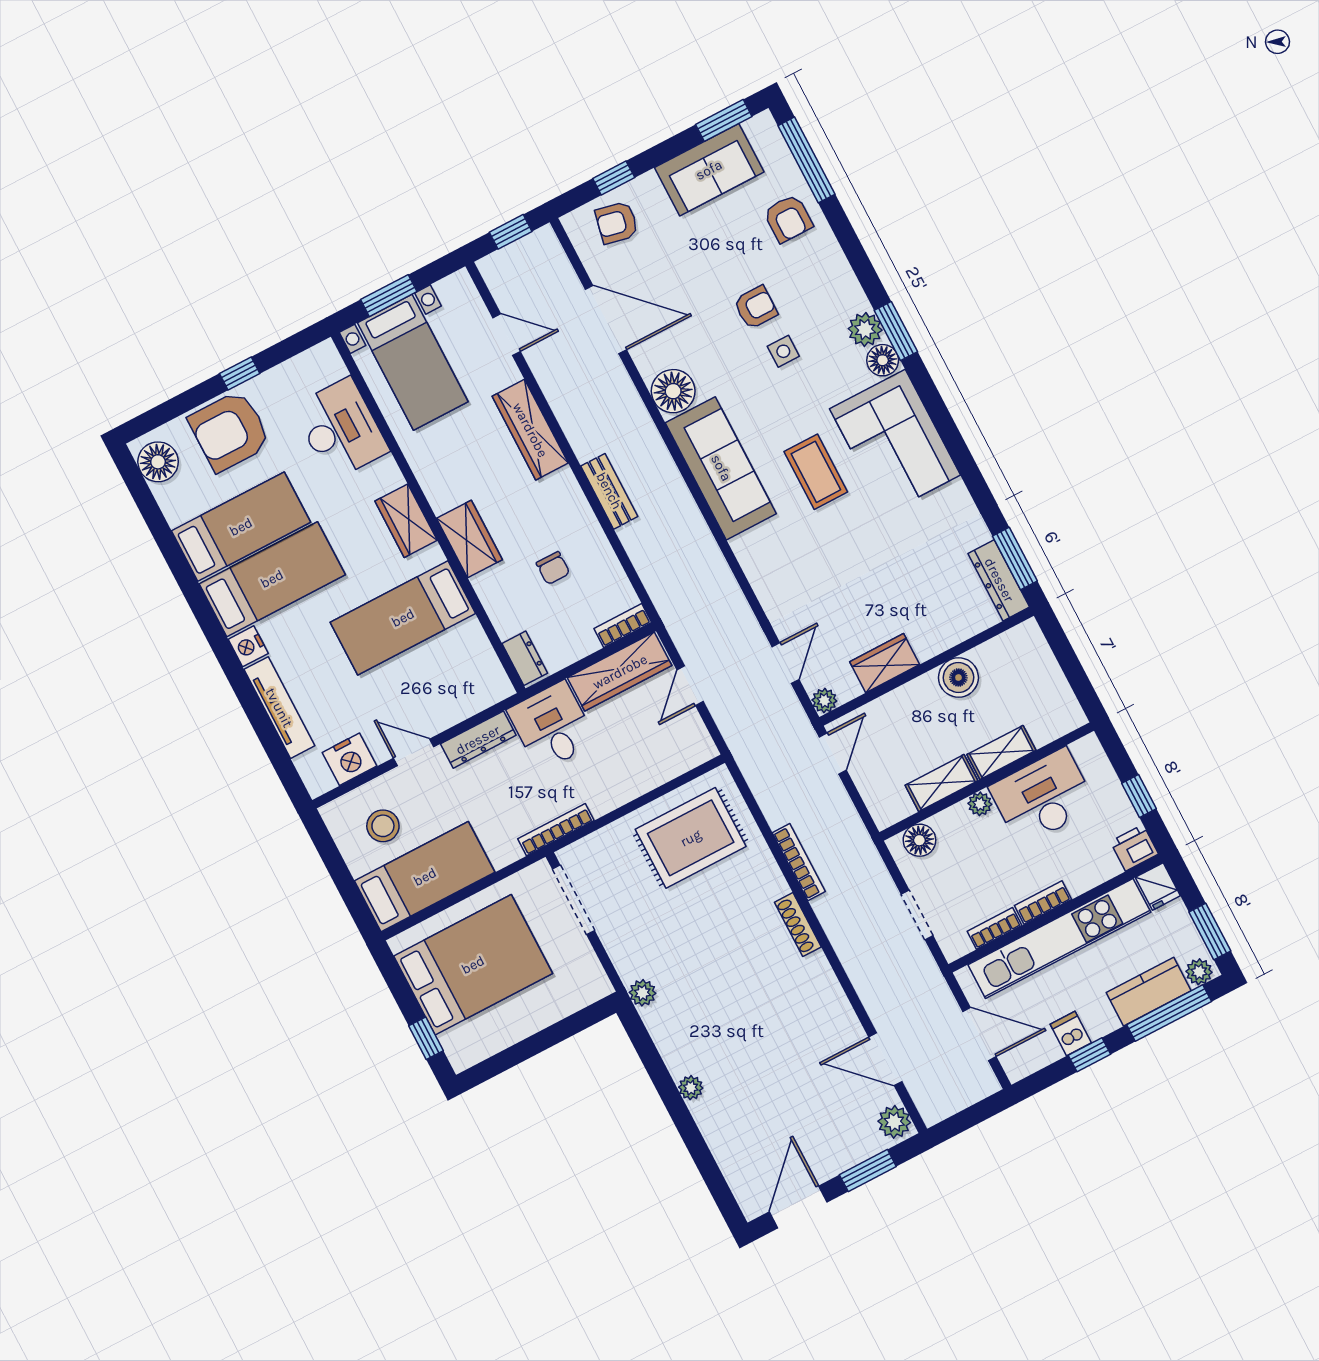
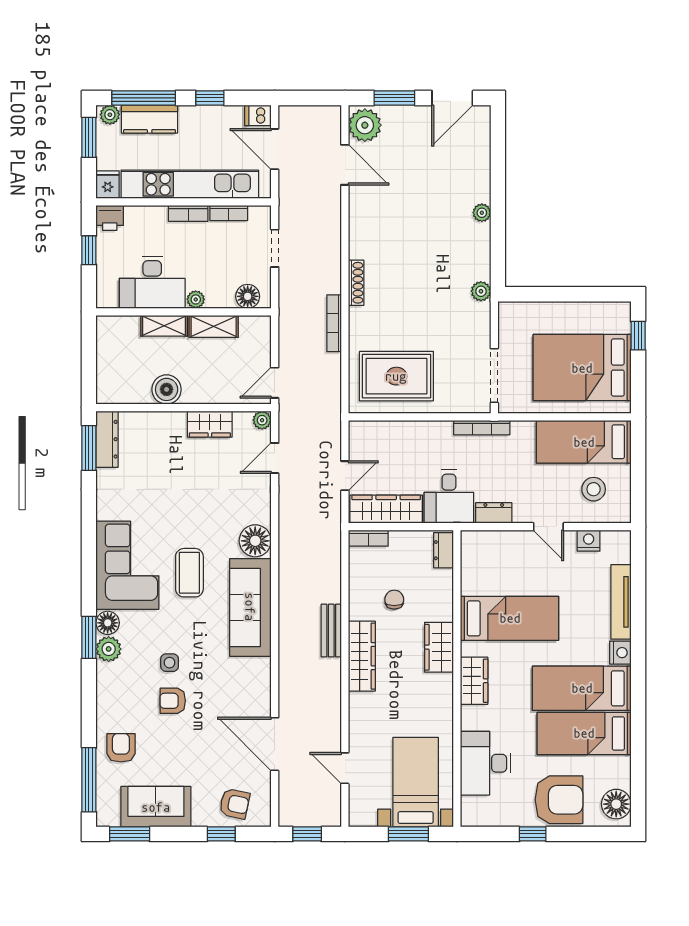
floor lamp: (673, 391) -> (255, 541), moved
wardrobe: (530, 430) -> (362, 656), moved
dresser: (478, 740) -> (494, 513), width x0.70
nightstand: (350, 759) -> (589, 541), width x0.74, depth x0.75
dishwasher: (1071, 1033) -> (258, 115), moved, turned 90
plant: (894, 1122) -> (365, 125), width x1.36, depth x1.36

